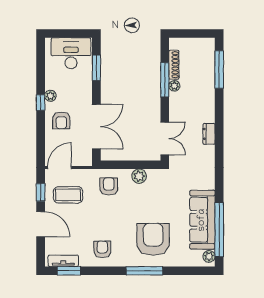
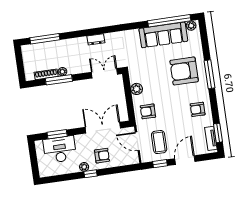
desk: (71, 53) -> (60, 150), moved, turned 90
door: (60, 167) -> (137, 141), moved

